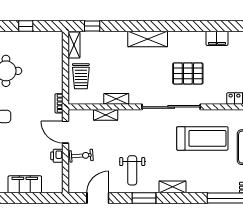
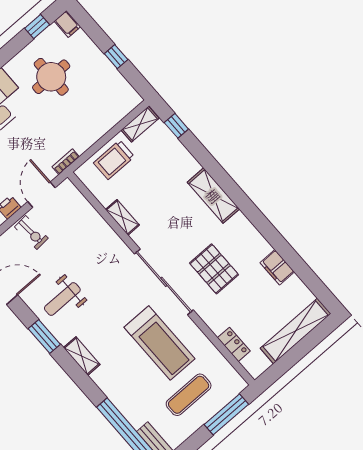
shelving: (106, 115) -> (96, 221), removed

